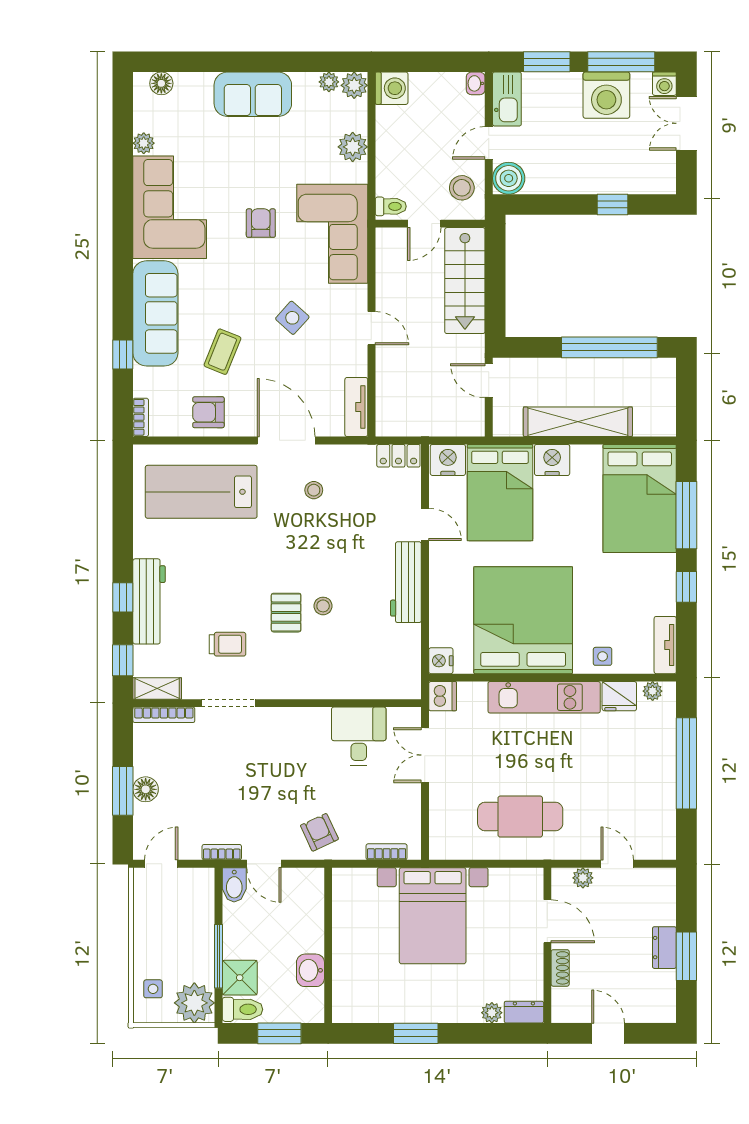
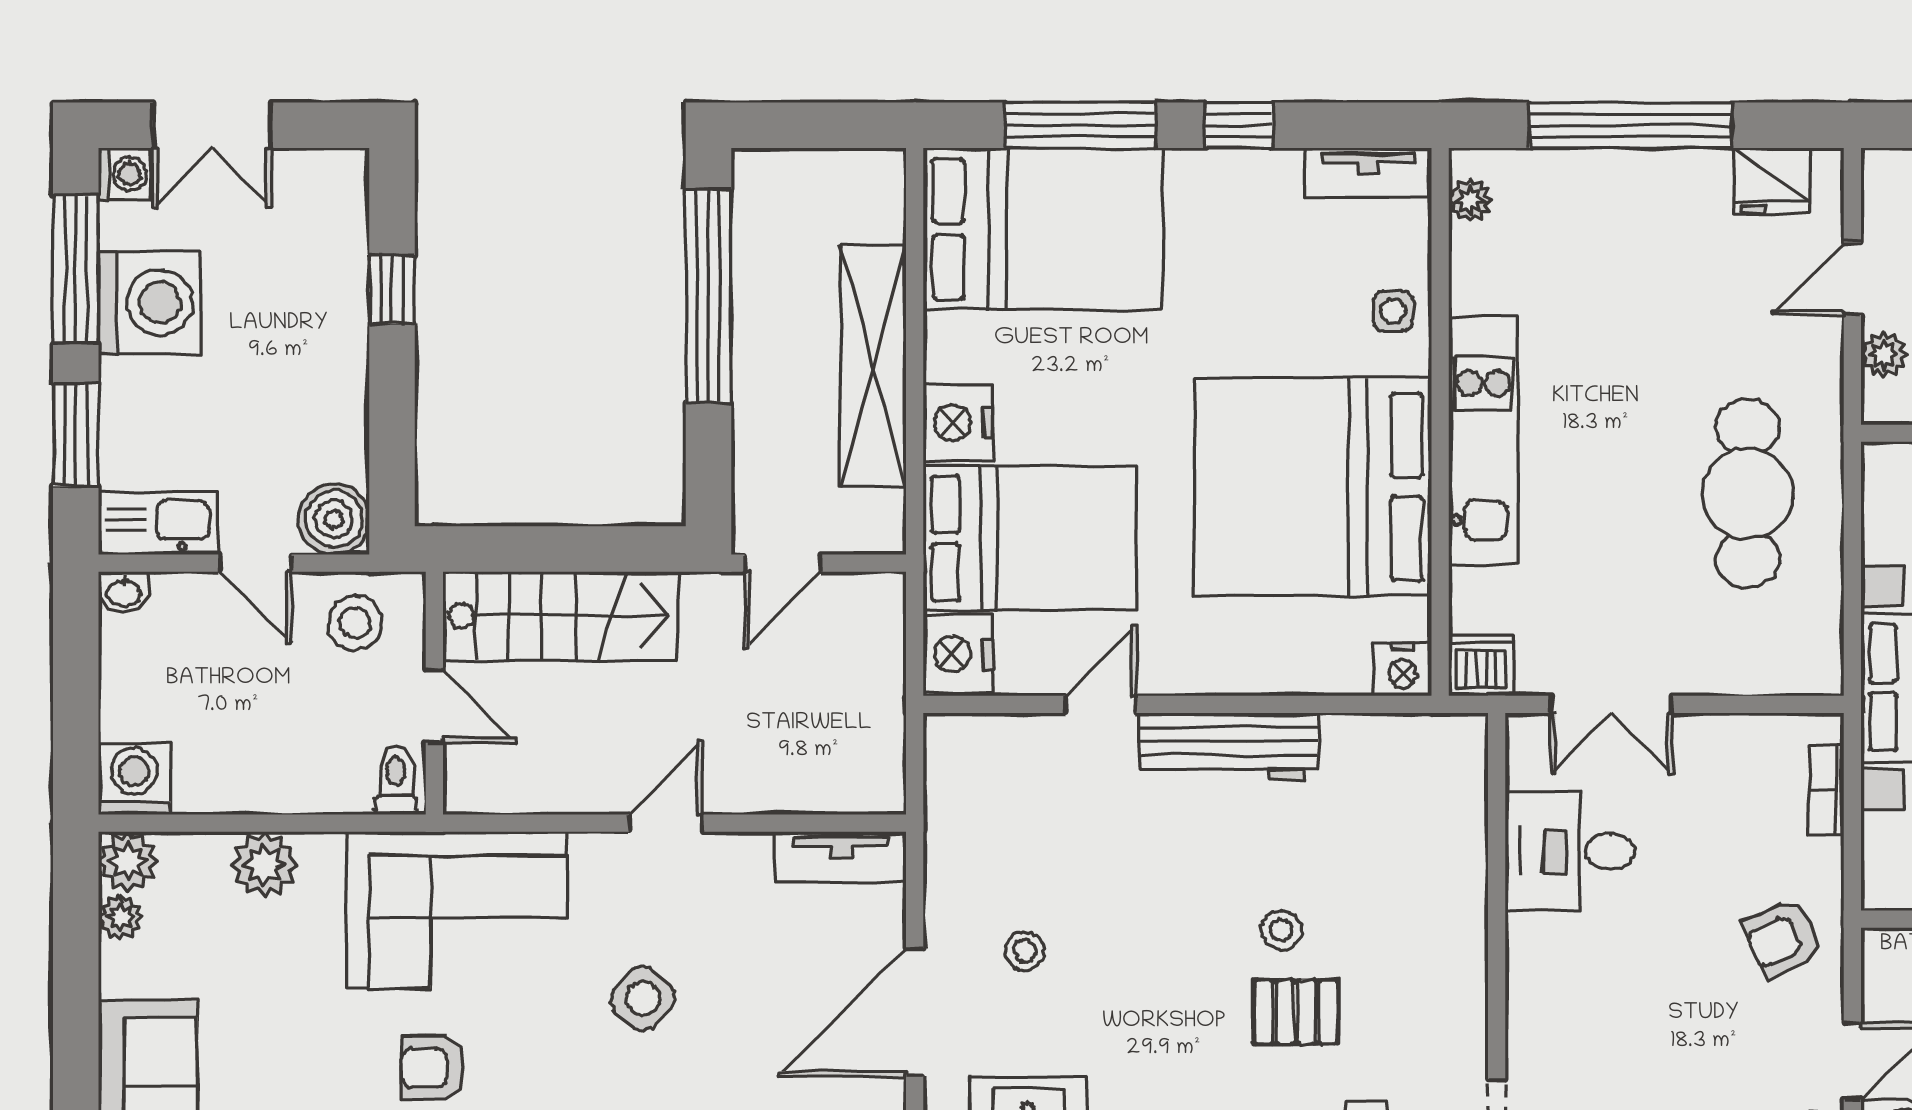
locker: (398, 456) -> (949, 763), removed
fridge: (619, 696) -> (1772, 181), moved, turned 90

